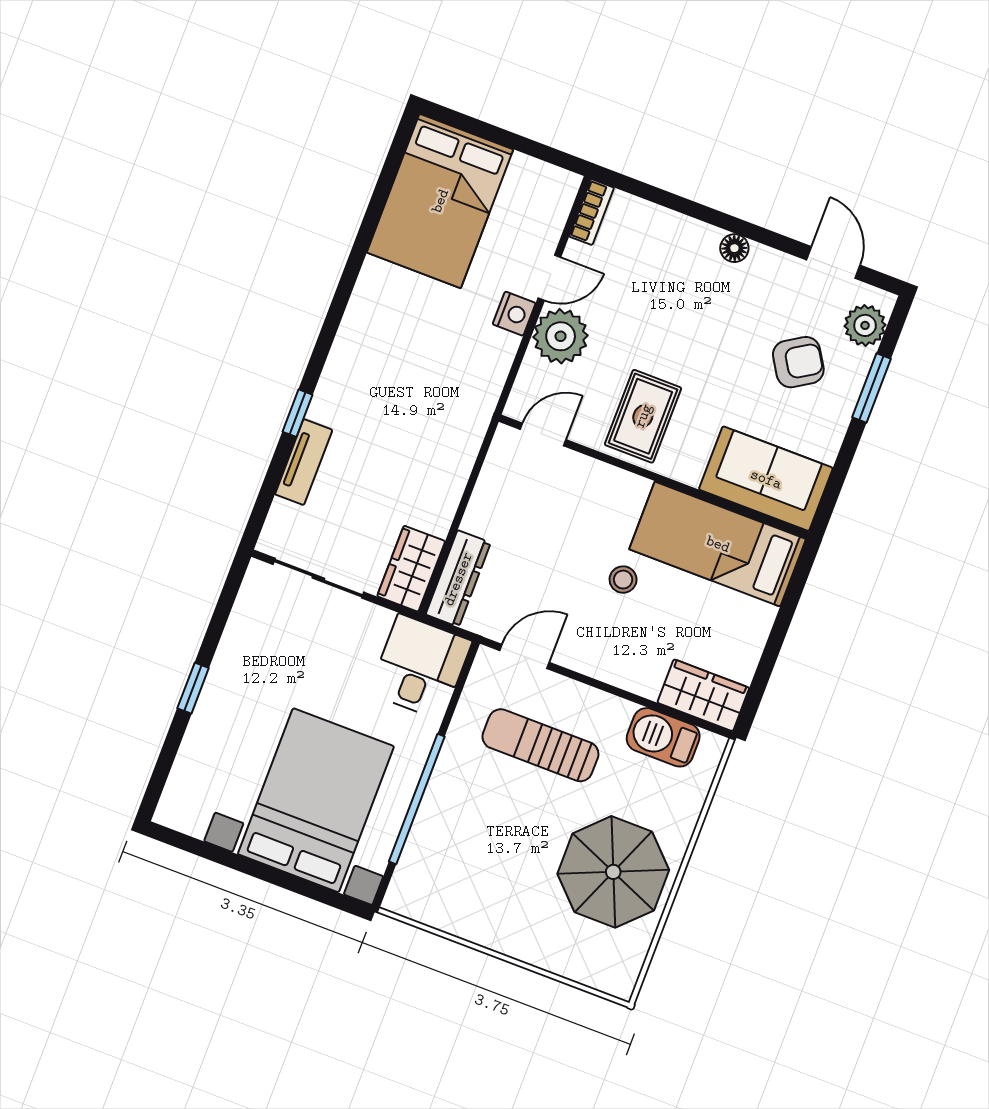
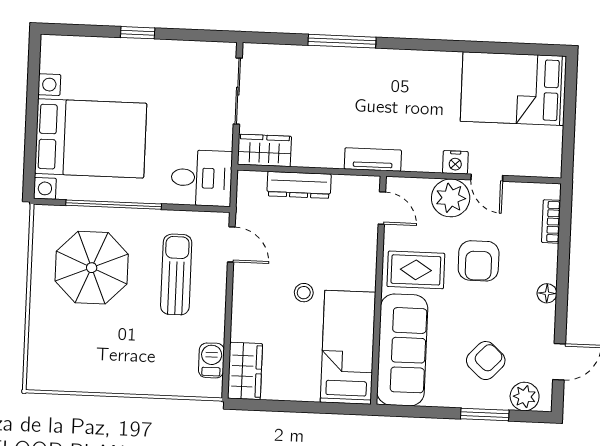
bookcase: (592, 212) -> (551, 221), moved, turned 90
armchair: (659, 327) -> (479, 261), added
armchair: (798, 362) -> (486, 361), turned -105
window: (297, 413) -> (342, 41), width x2.17
tv unit: (304, 462) -> (373, 159), moved, turned 180
sofa: (766, 479) -> (402, 350), width x1.36
dresser: (458, 579) -> (299, 185), moved
barbecue: (663, 737) -> (211, 360), width x0.73, depth x0.79
parasol: (613, 872) -> (92, 268), moved

